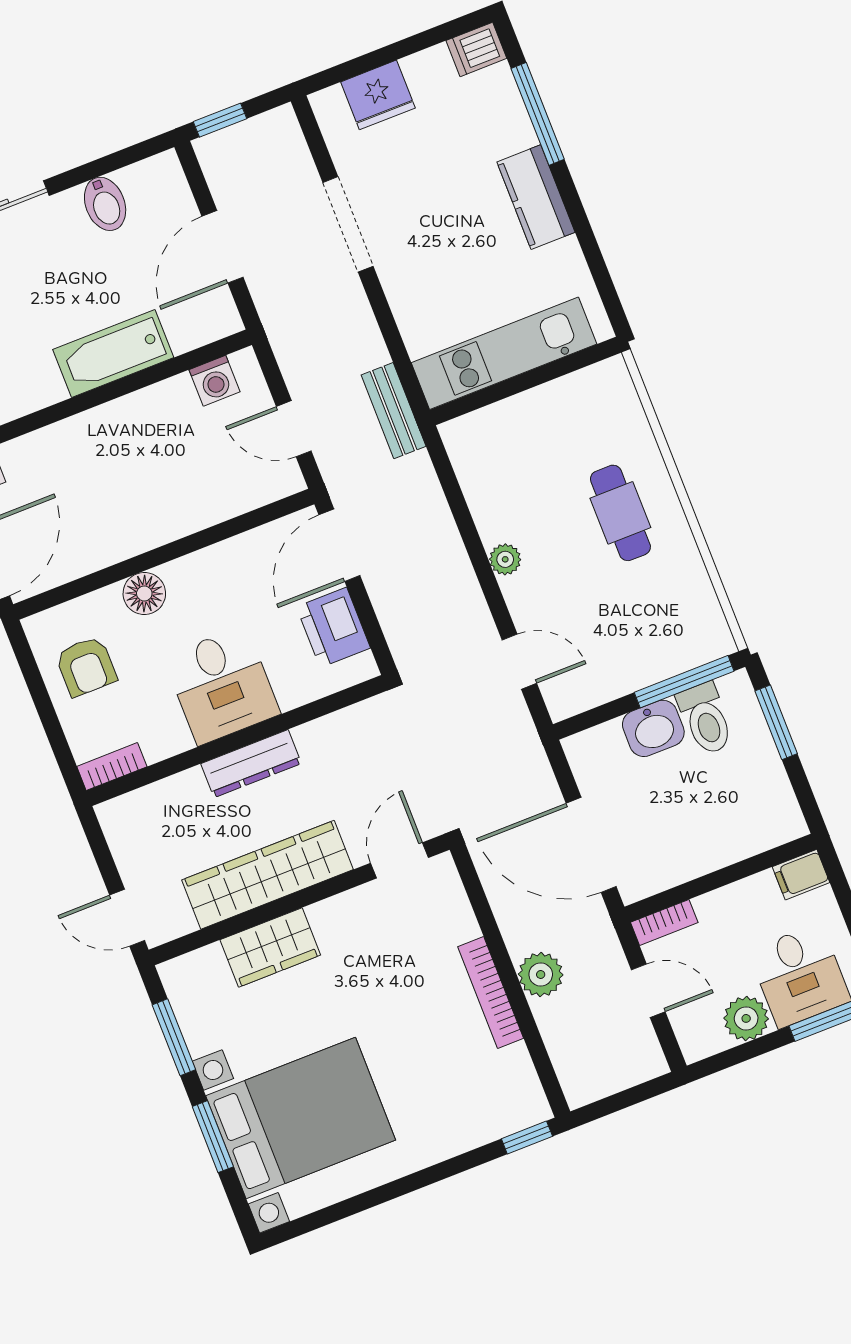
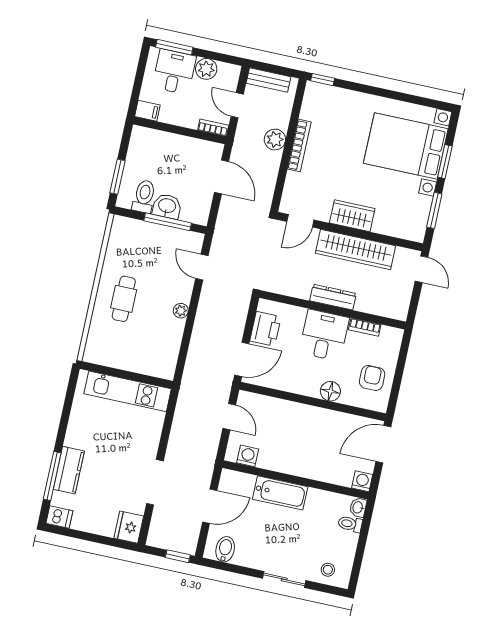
fridge: (378, 95) -> (129, 527), moved, turned -90
kitchen counter: (536, 197) -> (69, 470), moved
bidet: (105, 204) -> (225, 549), moved
bench: (394, 411) -> (268, 80), moved, turned 90
window: (684, 682) -> (168, 222), moved
bookcase: (112, 767) -> (365, 327), moved
door: (591, 845) -> (221, 177), width x0.73
wardrobe: (270, 947) -> (352, 216), moved

